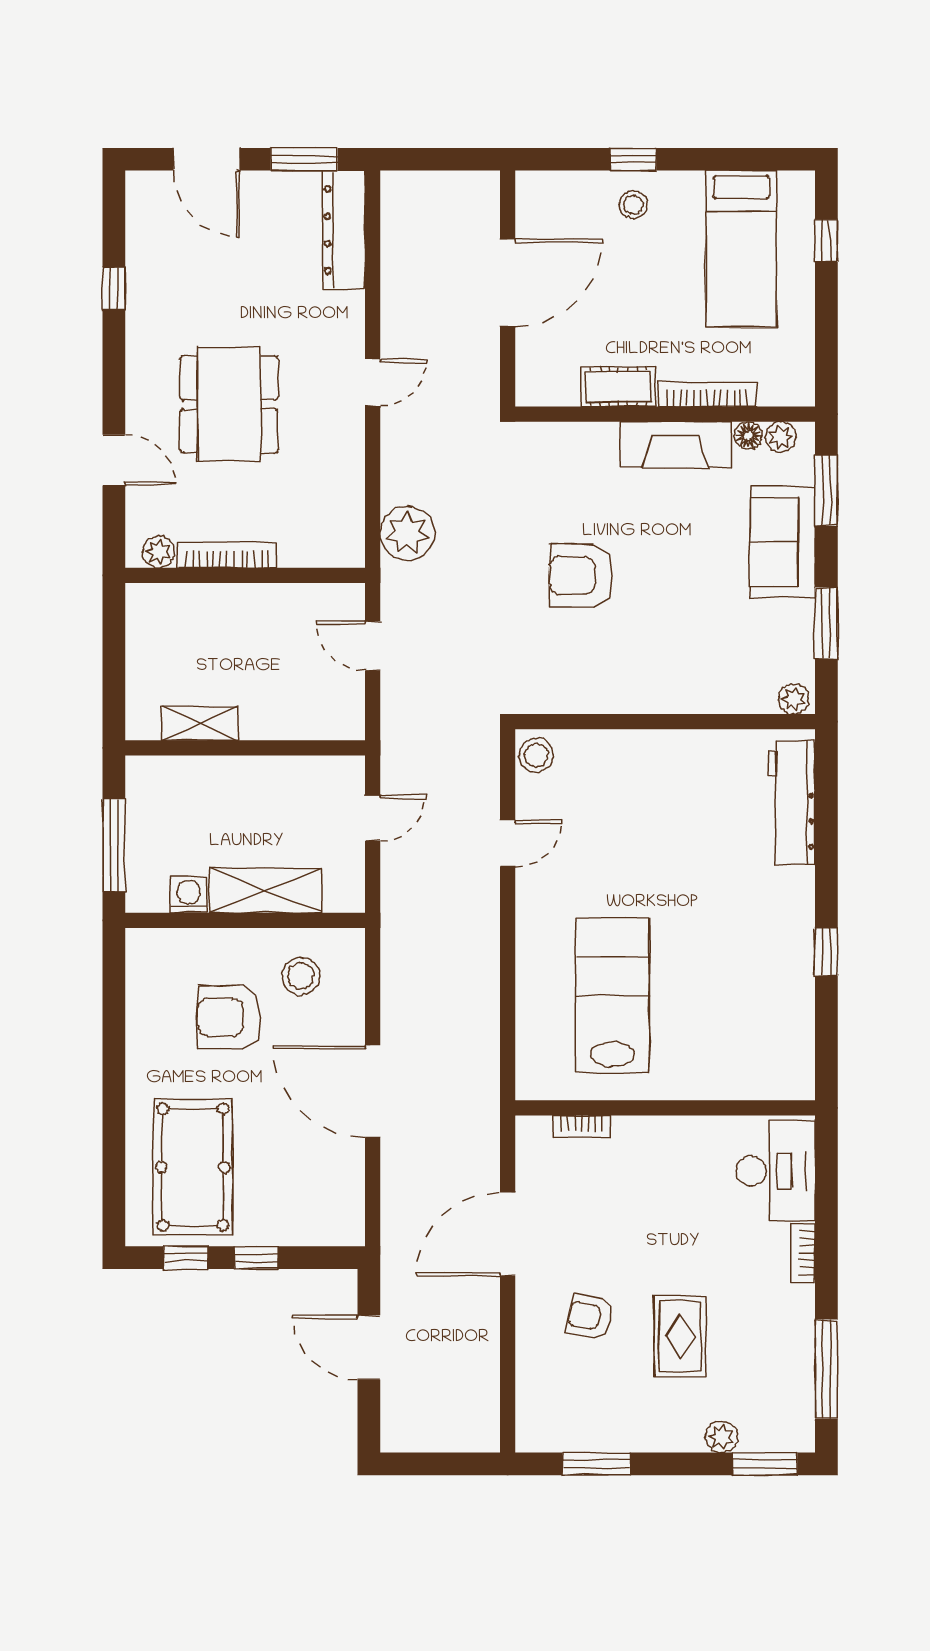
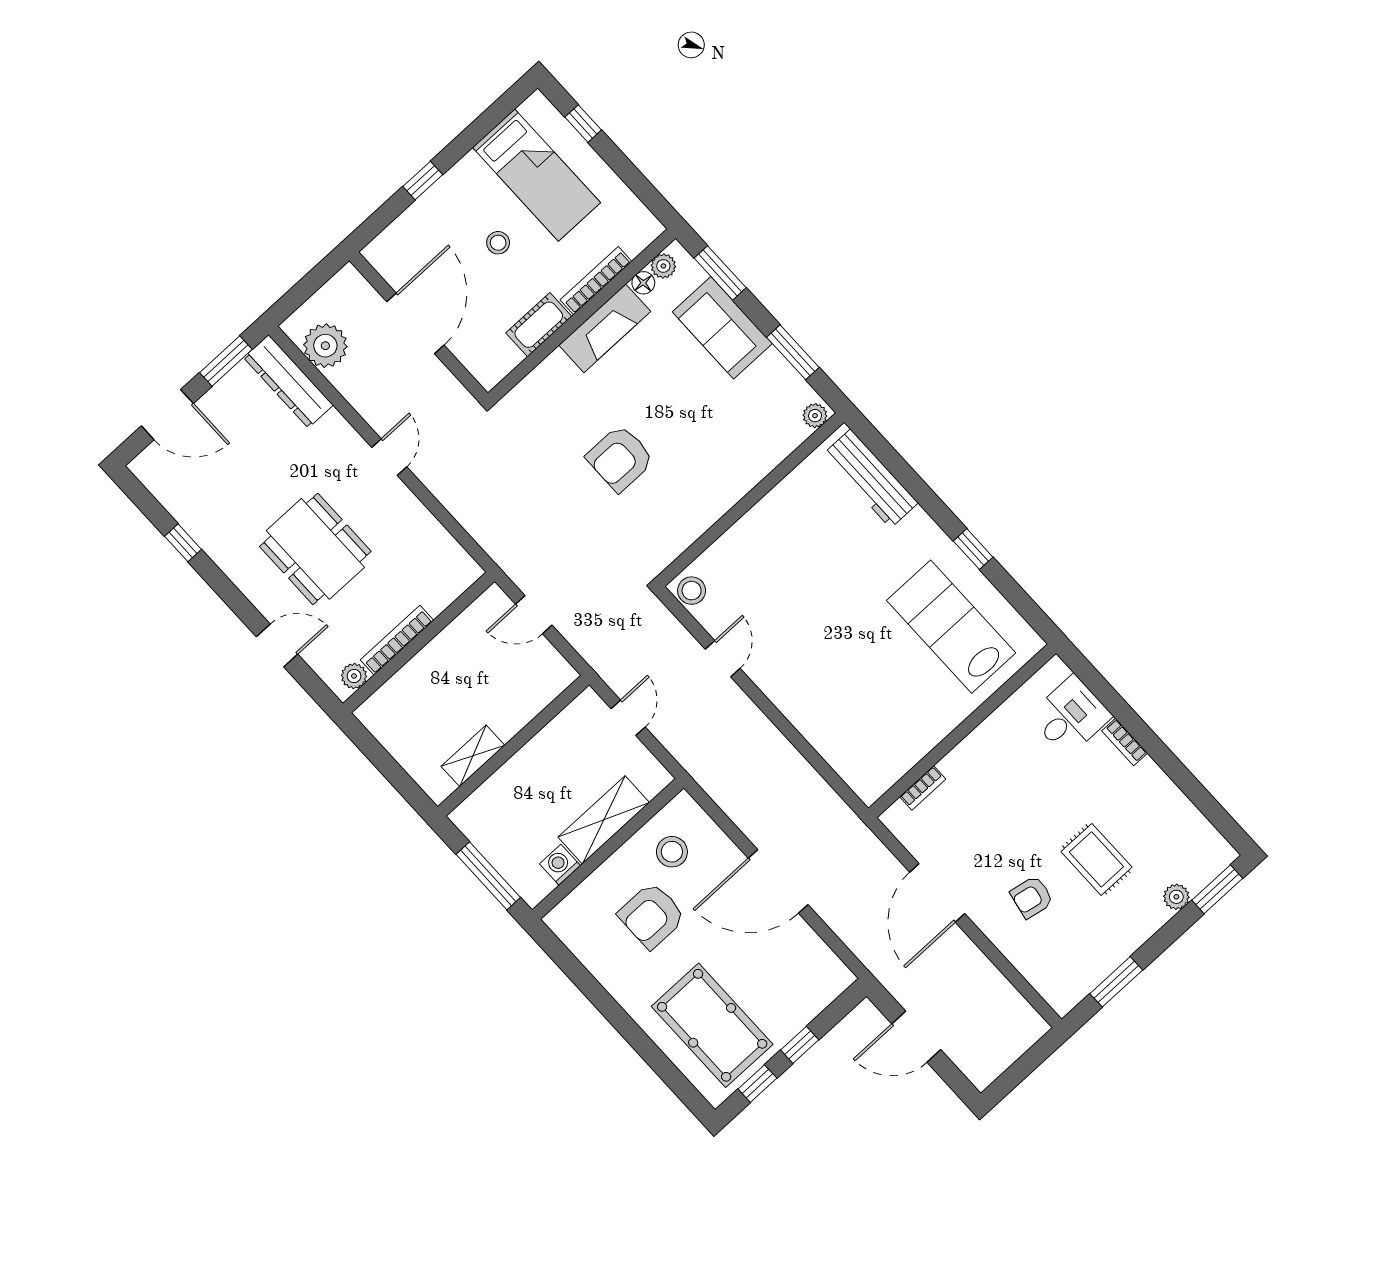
stool: (633, 205) -> (498, 243), moved
plant: (407, 533) -> (325, 346), moved
lab bench: (613, 995) -> (951, 627), moved
desk: (776, 1171) -> (1070, 716), width x0.73
window: (826, 1369) -> (1202, 799), removed

